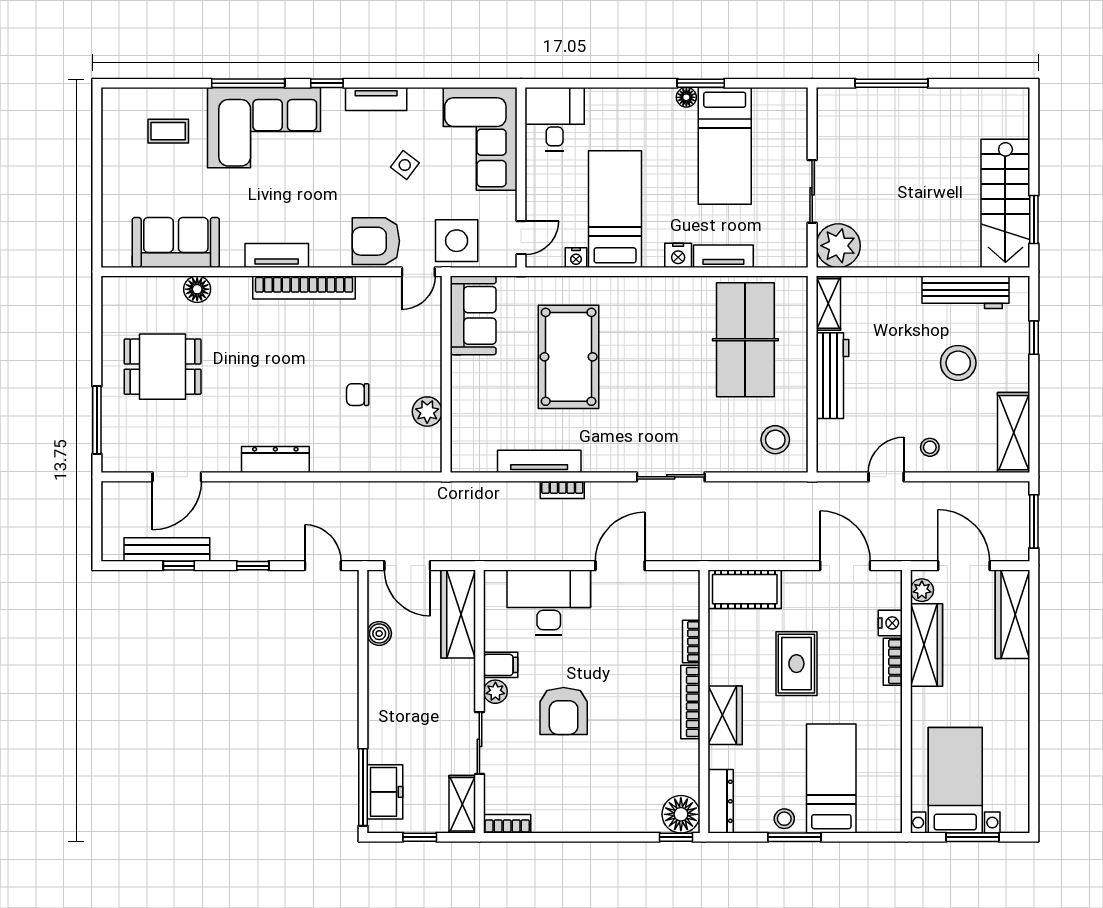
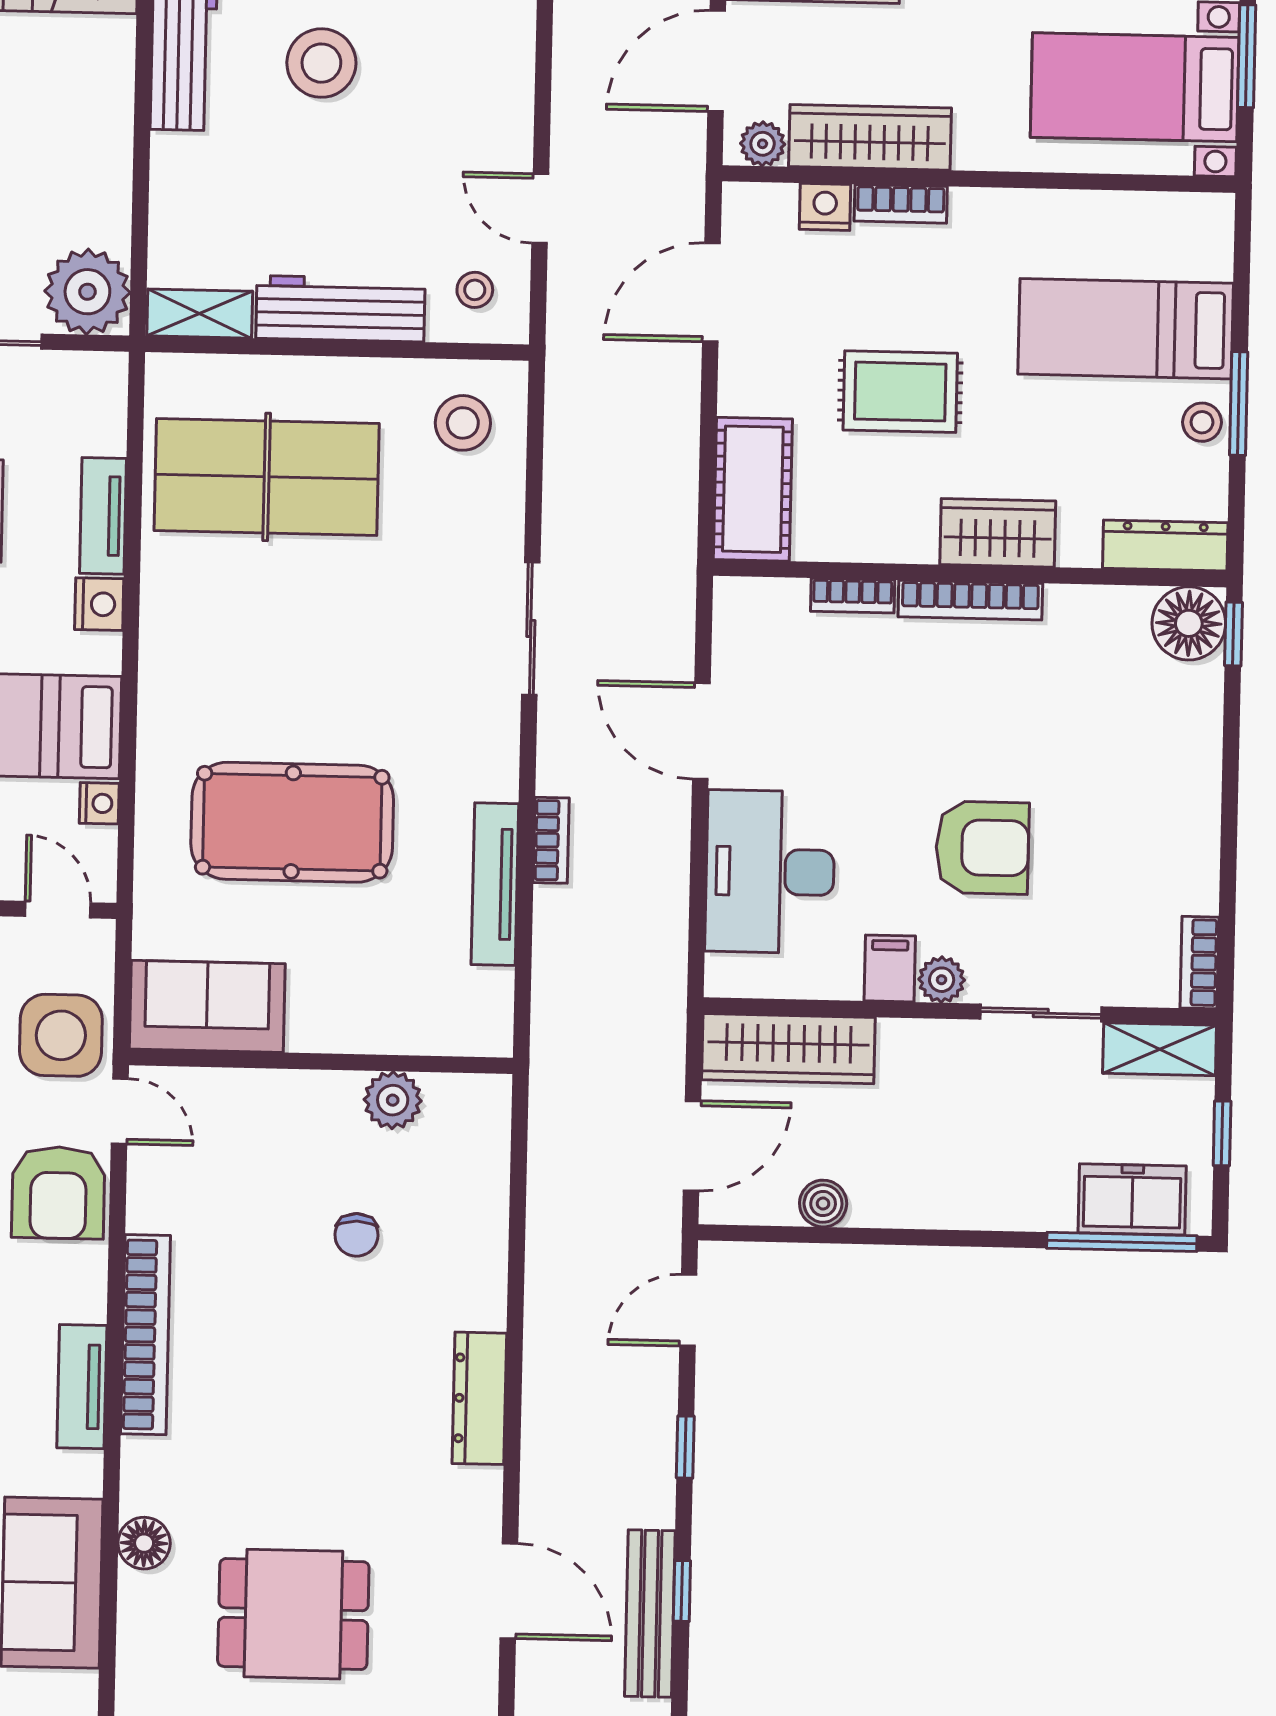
dining table: (163, 367) -> (293, 1614), turned 90
stool: (930, 447) -> (475, 290), moved

